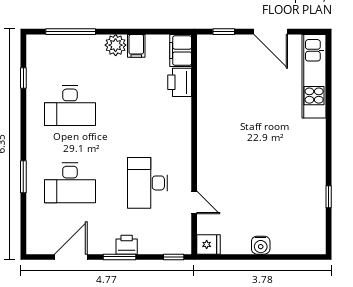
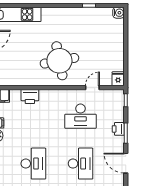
printer: (180, 82) -> (30, 96), moved
round table: (238, 148) -> (59, 61), added
water cooler: (261, 245) -> (119, 13), moved

